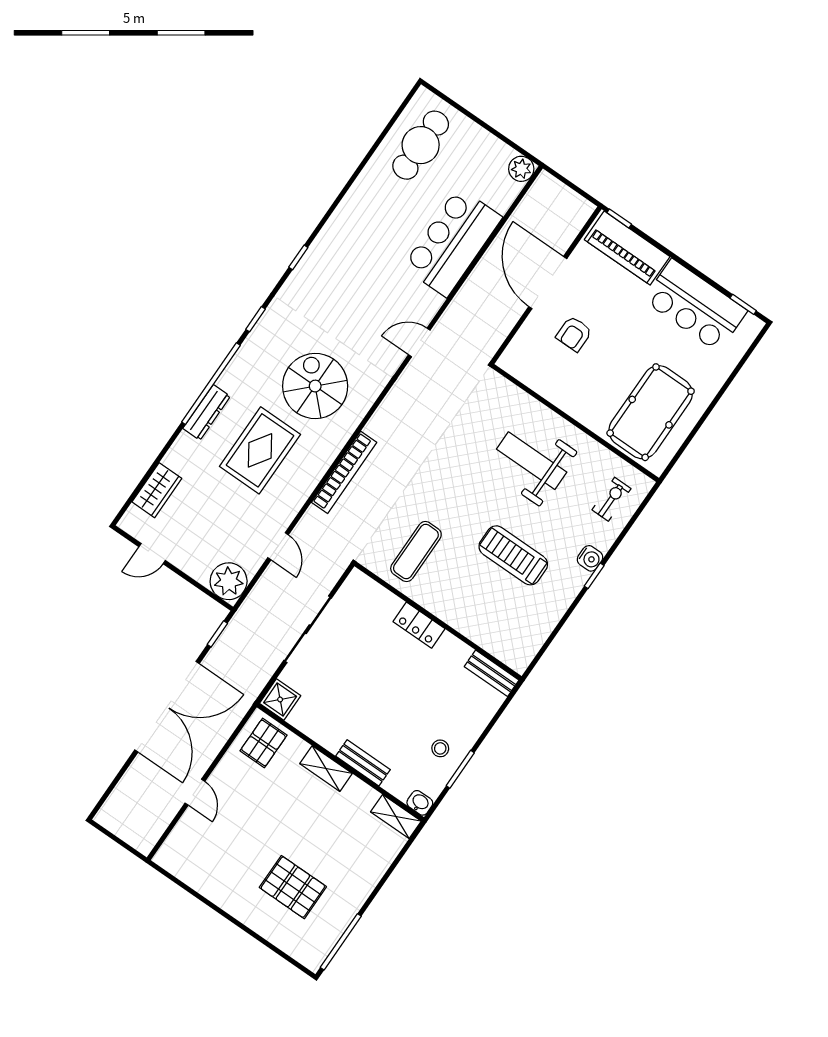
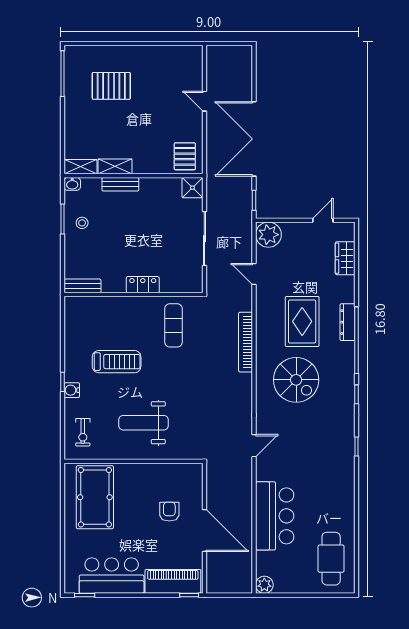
weight bench: (532, 461) -> (143, 423), turned 180
shelving: (326, 769) -> (115, 166), moved

